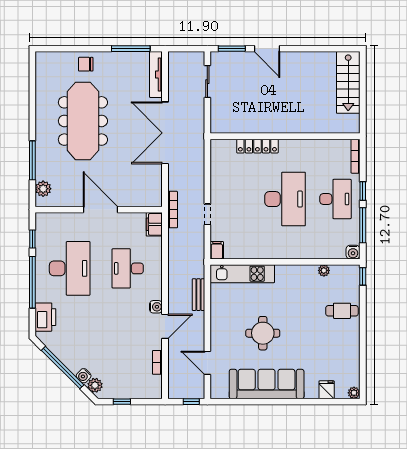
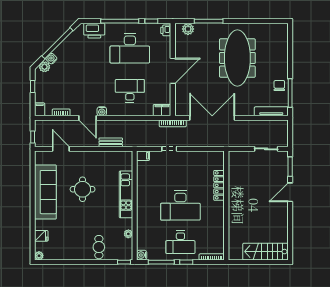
chair: (86, 64) -> (279, 86), moved
meeting table: (83, 121) -> (237, 58), turned 90
double door: (165, 133) -> (212, 118), moved
printer: (45, 219) -> (166, 30), added
kitchen unit: (242, 274) -> (126, 194), moved
door: (207, 363) -> (61, 149), hinge flipped
filing cabinet: (153, 392) -> (40, 109), added

